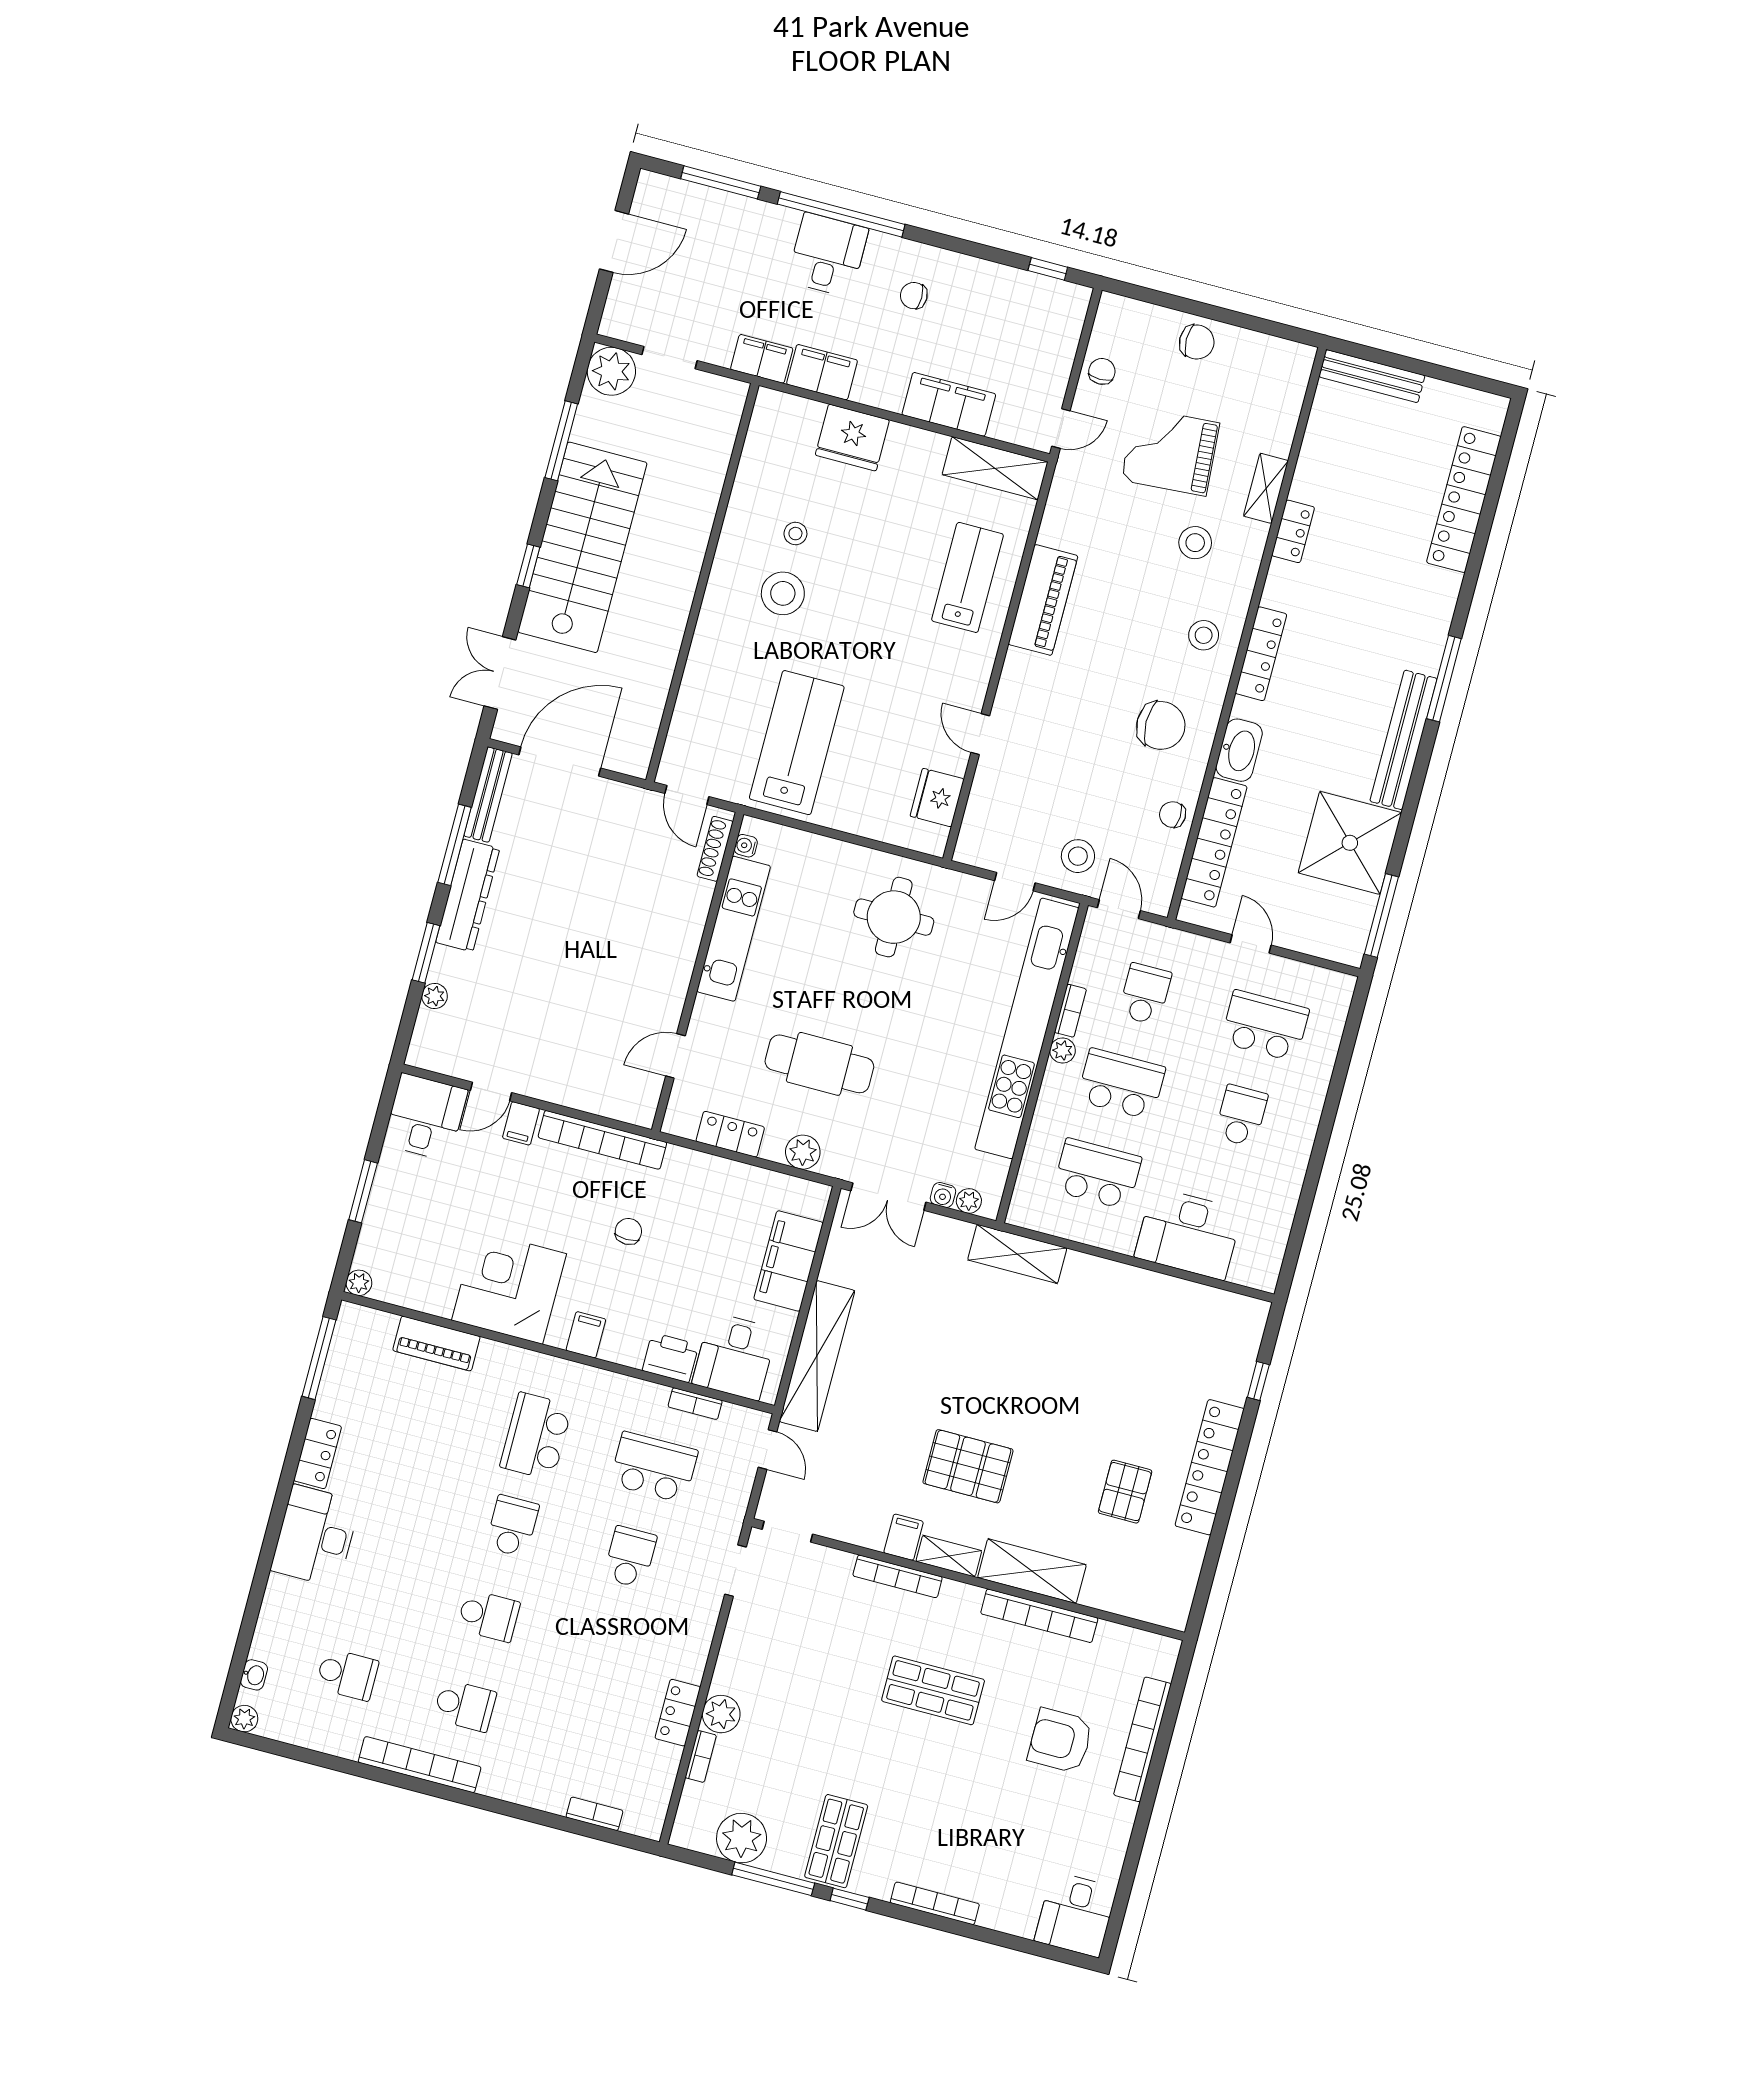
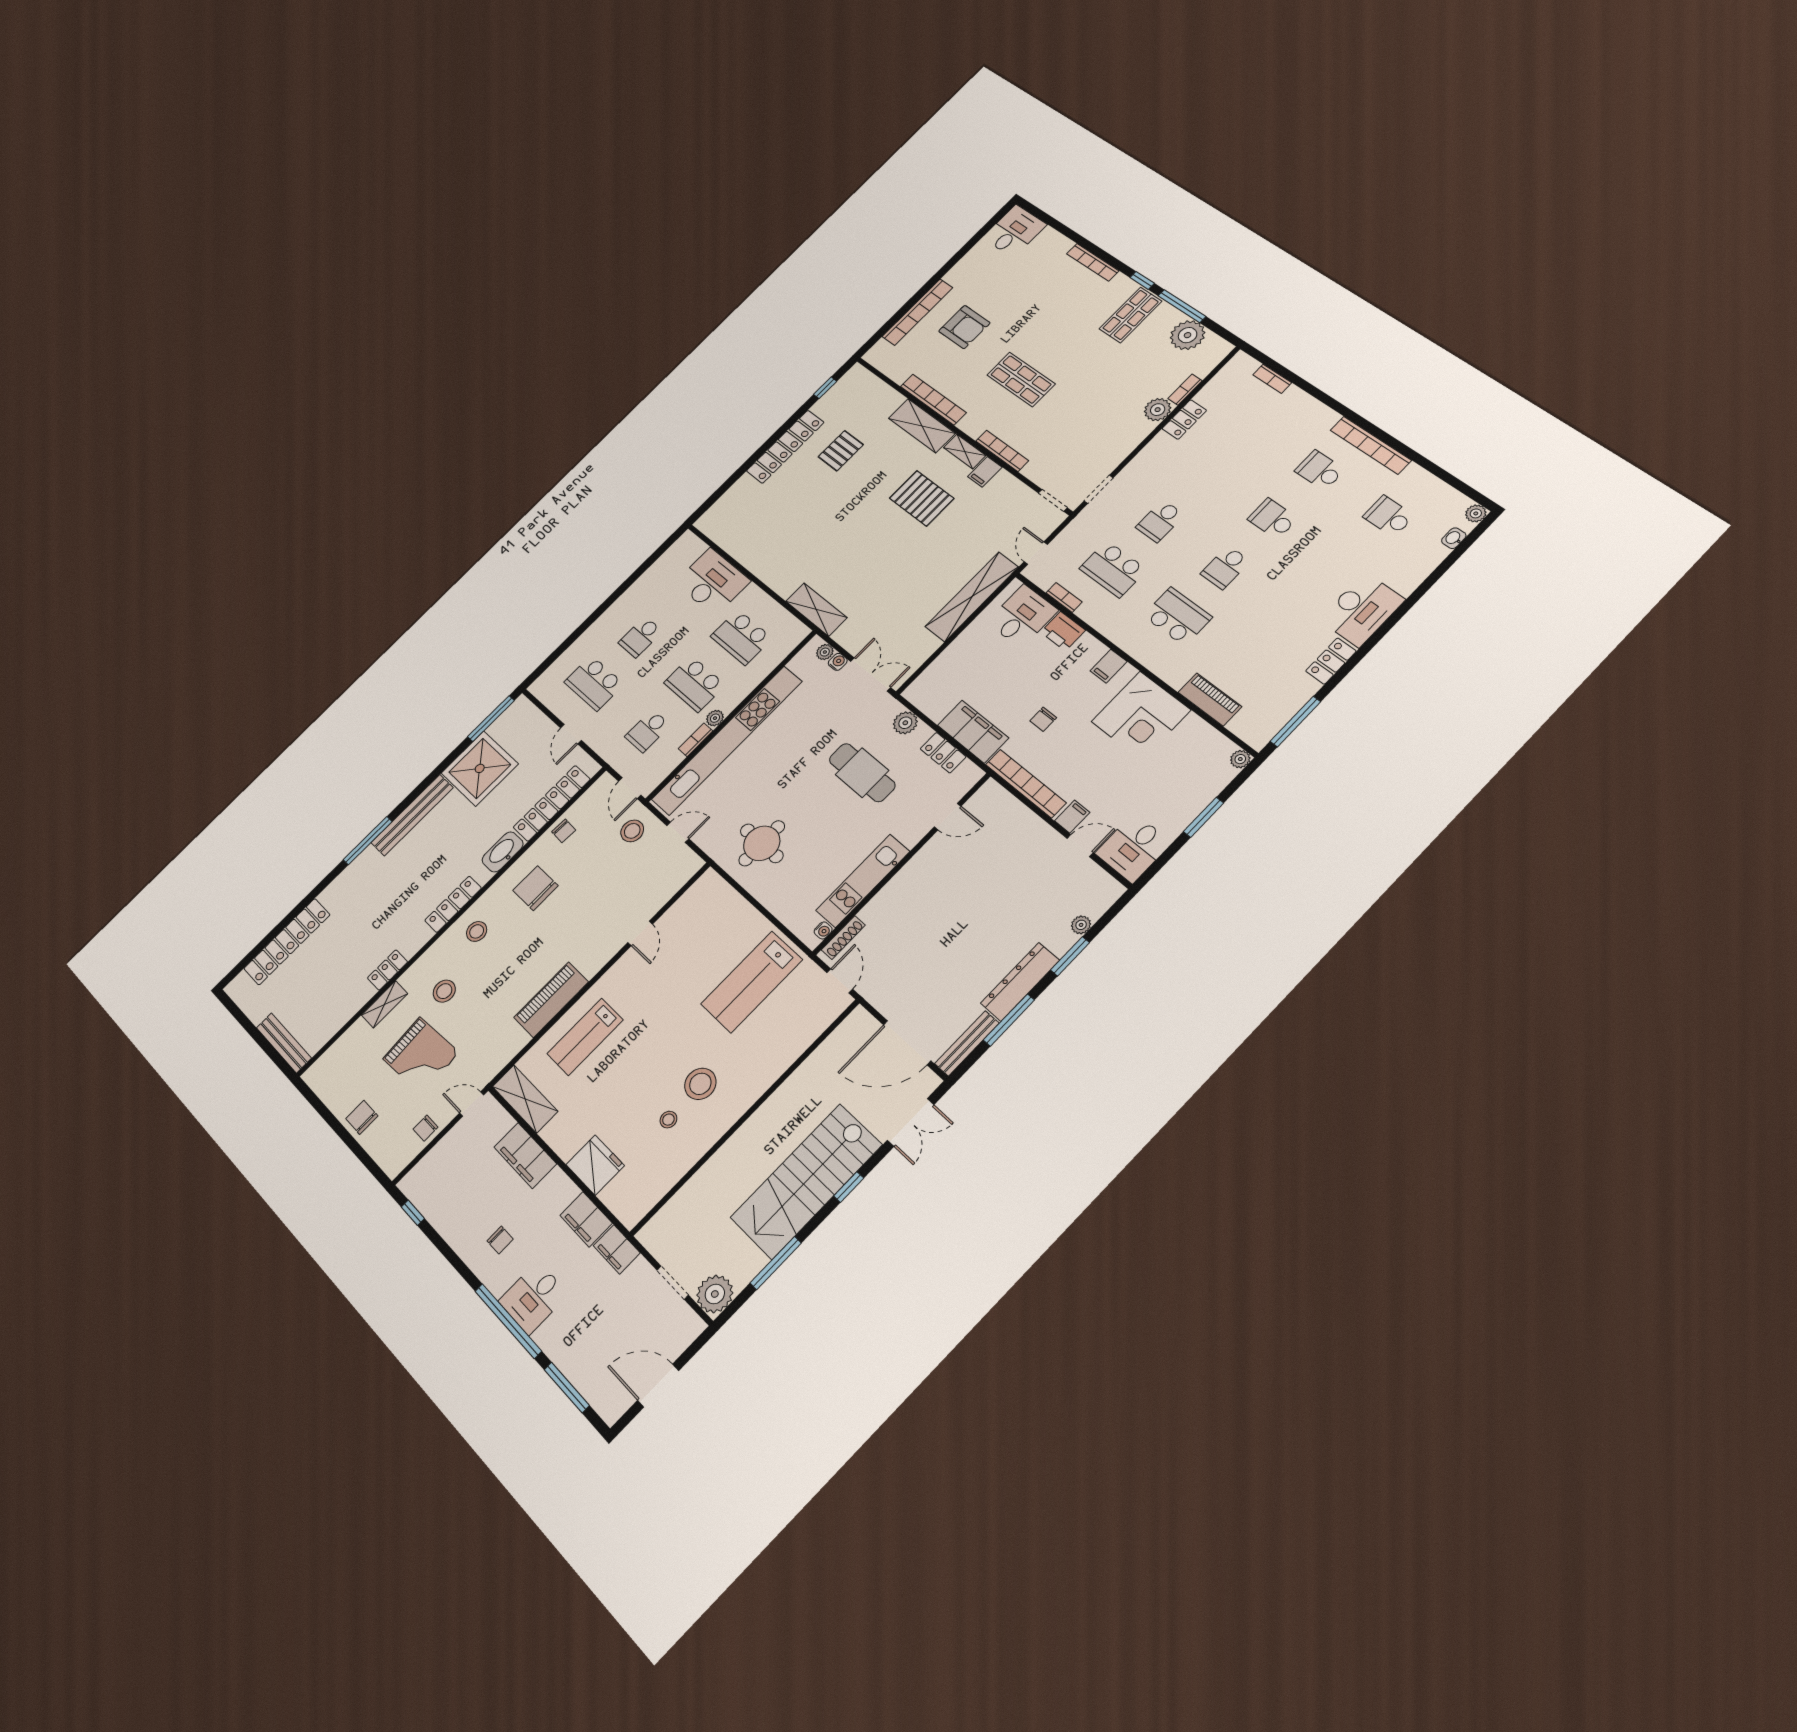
fridge: (937, 798) -> (690, 906), removed
filing cabinet: (788, 1261) -> (973, 732), moved, turned -90
window: (1258, 1381) -> (825, 388), moved
school desk: (536, 1436) -> (1178, 616), turned -90

